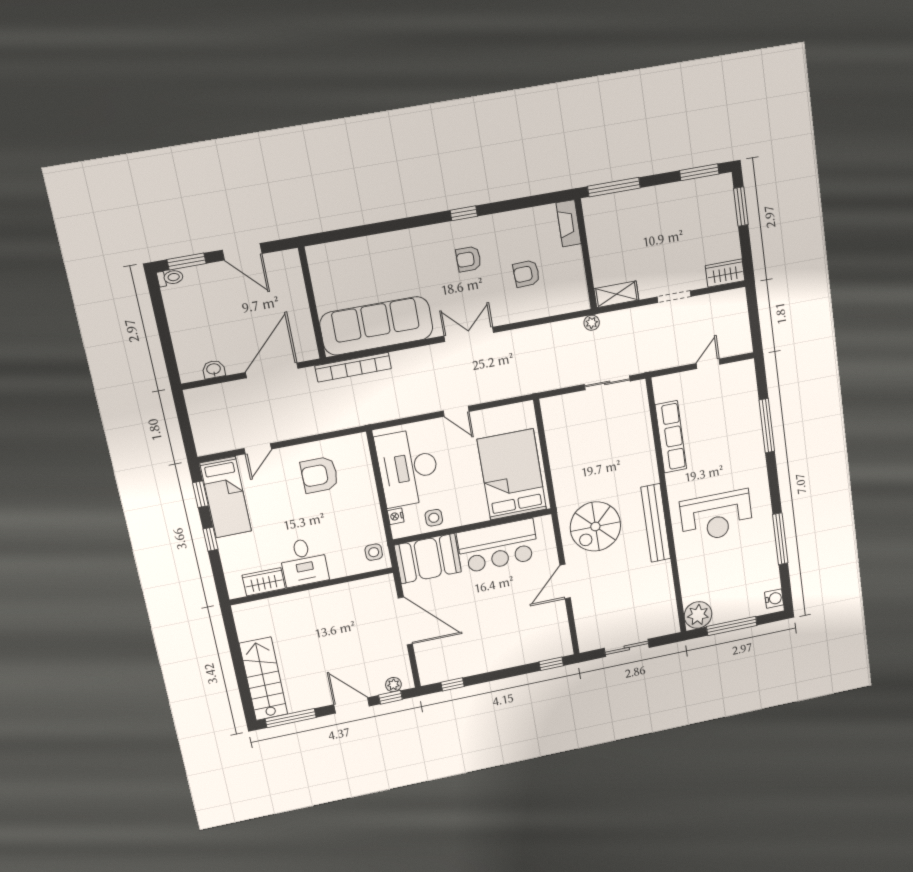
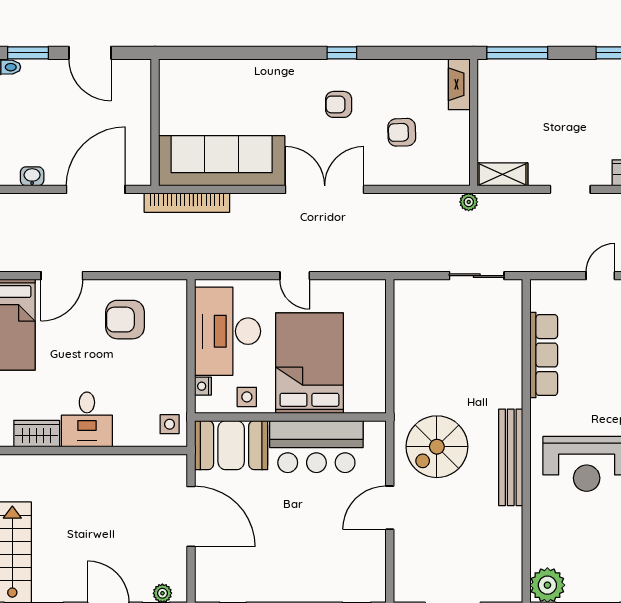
double door: (469, 334) -> (325, 189), width x1.37
door: (258, 449) -> (62, 276), width x1.38
bed: (512, 474) -> (309, 363), moved

